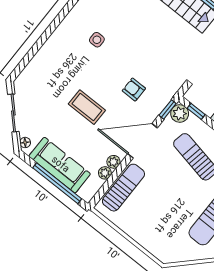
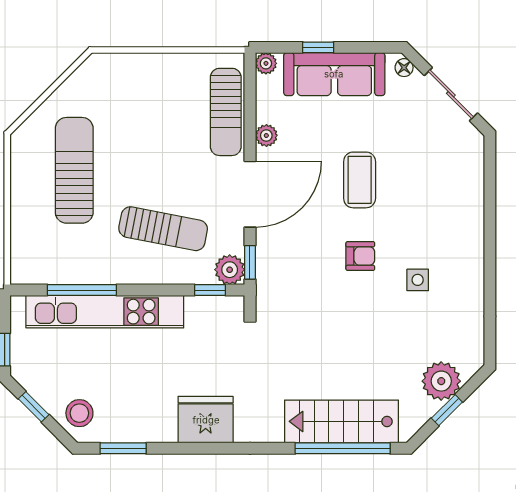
armchair: (134, 89) -> (360, 256), moved
coffee table: (87, 107) -> (360, 180), turned 90
plant: (105, 173) -> (266, 63), moved
window: (57, 183) -> (318, 47), width x0.32

